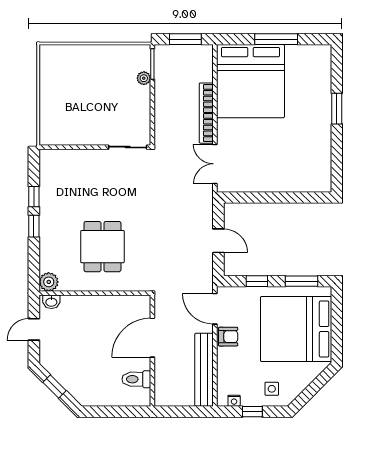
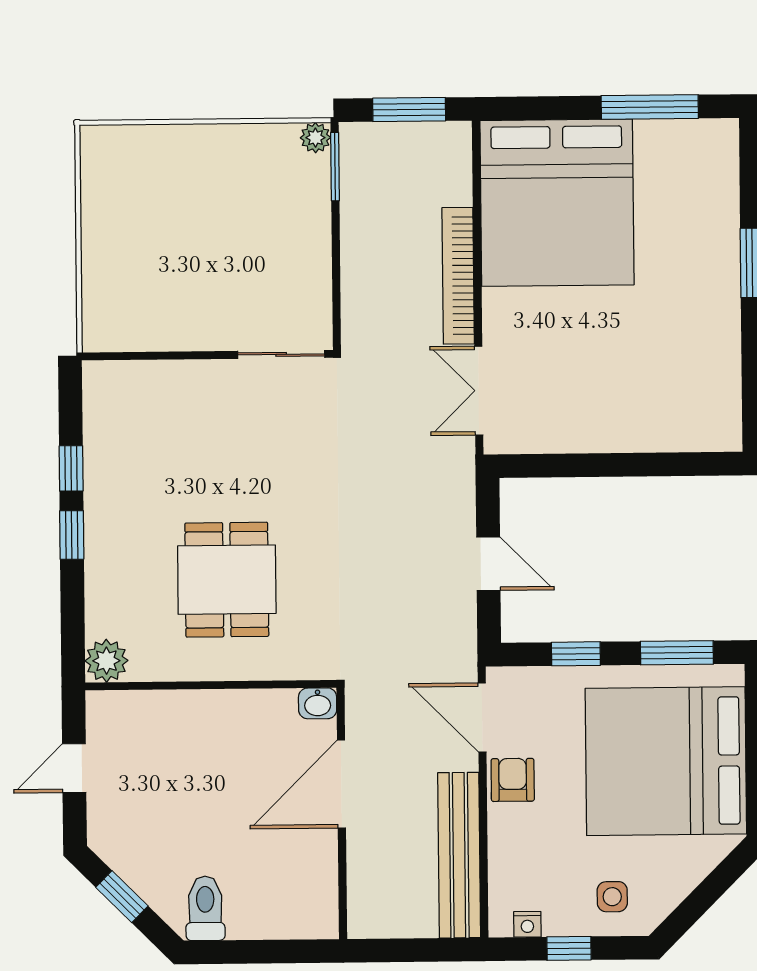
window: (276, 39) -> (650, 107), moved
plant: (144, 78) -> (315, 138), moved
washbasin: (51, 302) -> (318, 703), moved
armchair: (228, 337) -> (513, 780), turned -90
toilet: (136, 379) -> (205, 908), moved, turned 90

